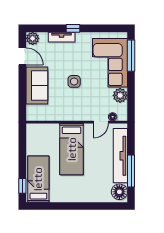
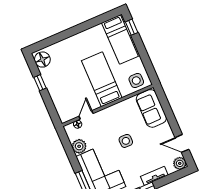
sofa: (37, 85) -> (151, 108), moved
side table: (40, 134) -> (136, 81), added
tv unit: (120, 156) -> (55, 92), removed
window: (131, 171) -> (40, 83), width x0.46

